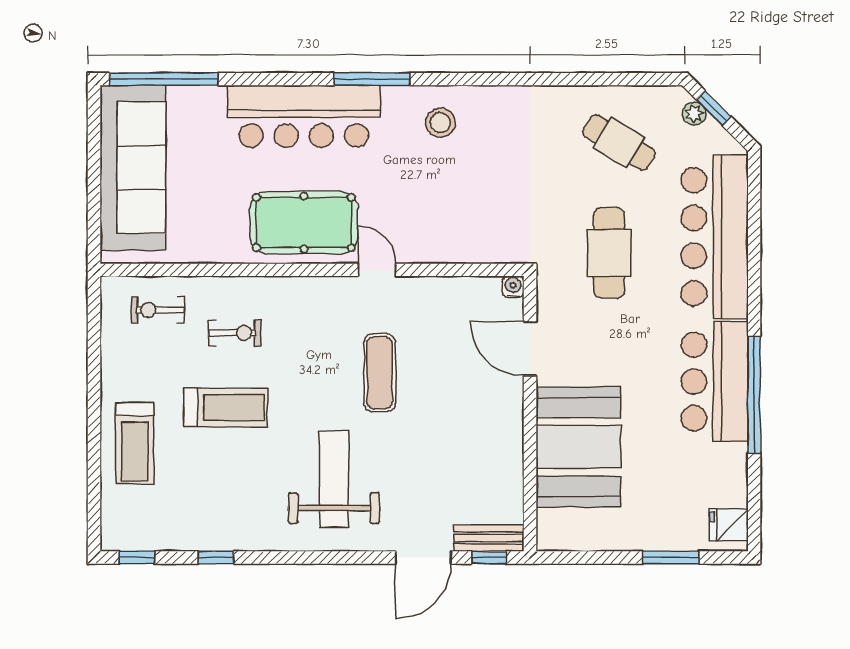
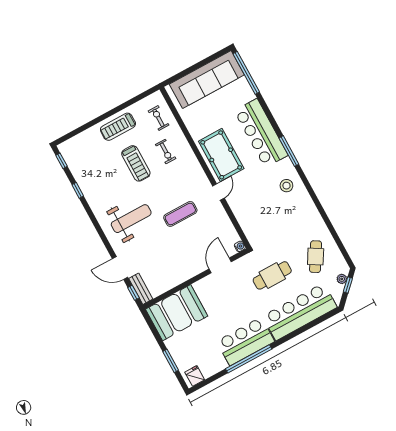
treadmill: (135, 443) -> (118, 127), moved
booth: (578, 447) -> (177, 313), moved

